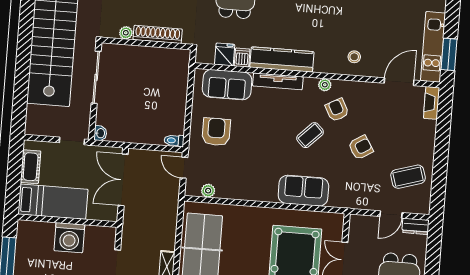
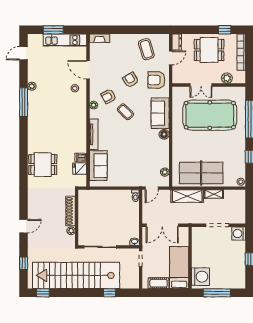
window: (449, 54) -> (53, 30), moved
kitchen counter: (282, 59) -> (80, 133), removed
door: (399, 82) -> (88, 70), moved
window: (21, 87) -> (110, 293), added
armchair: (216, 132) -> (156, 80), moved
floor lamp: (269, 194) -> (164, 134), added
door: (391, 214) -> (171, 58), hinge flipped
shelving: (167, 224) -> (187, 196), added
washing machine: (69, 238) -> (201, 277), moved

